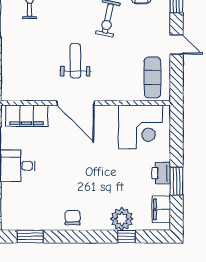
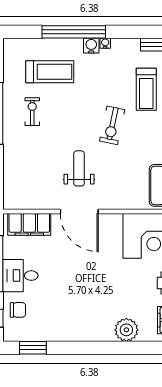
chair: (73, 218) -> (18, 310), moved, turned 90
window: (126, 237) -> (131, 348), removed

